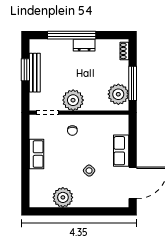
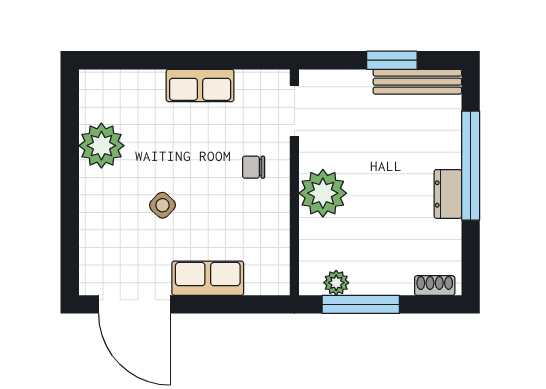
bench: (35, 73) -> (417, 82), moved
plant: (118, 94) -> (336, 283), width x0.53, depth x0.53
plant: (73, 100) -> (323, 193), moved

